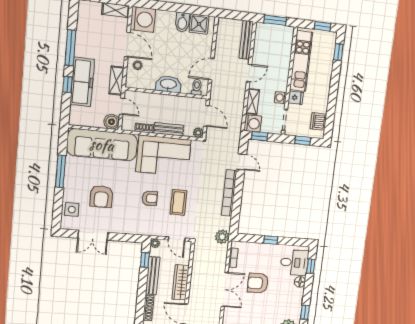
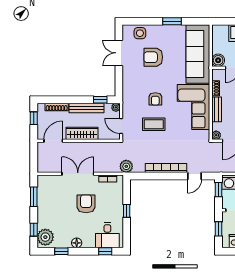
window: (61, 171) -> (172, 21), width x0.69
door: (177, 239) -> (121, 126), hinge flipped
floor lamp: (300, 282) -> (77, 243), moved
double door: (225, 290) -> (78, 174), swing flipped

